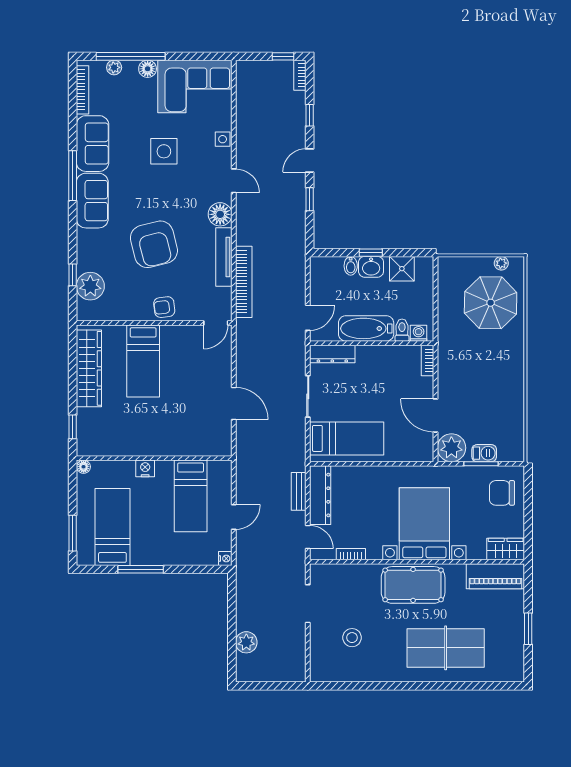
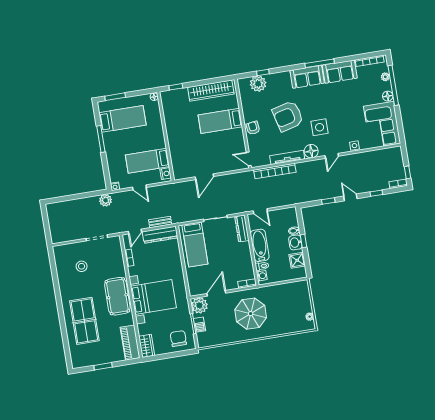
side table: (164, 151) -> (320, 127), moved
parasol: (491, 303) -> (251, 314), moved
nightstand: (145, 468) -> (166, 174), moved
plant: (246, 642) -> (106, 200), moved

